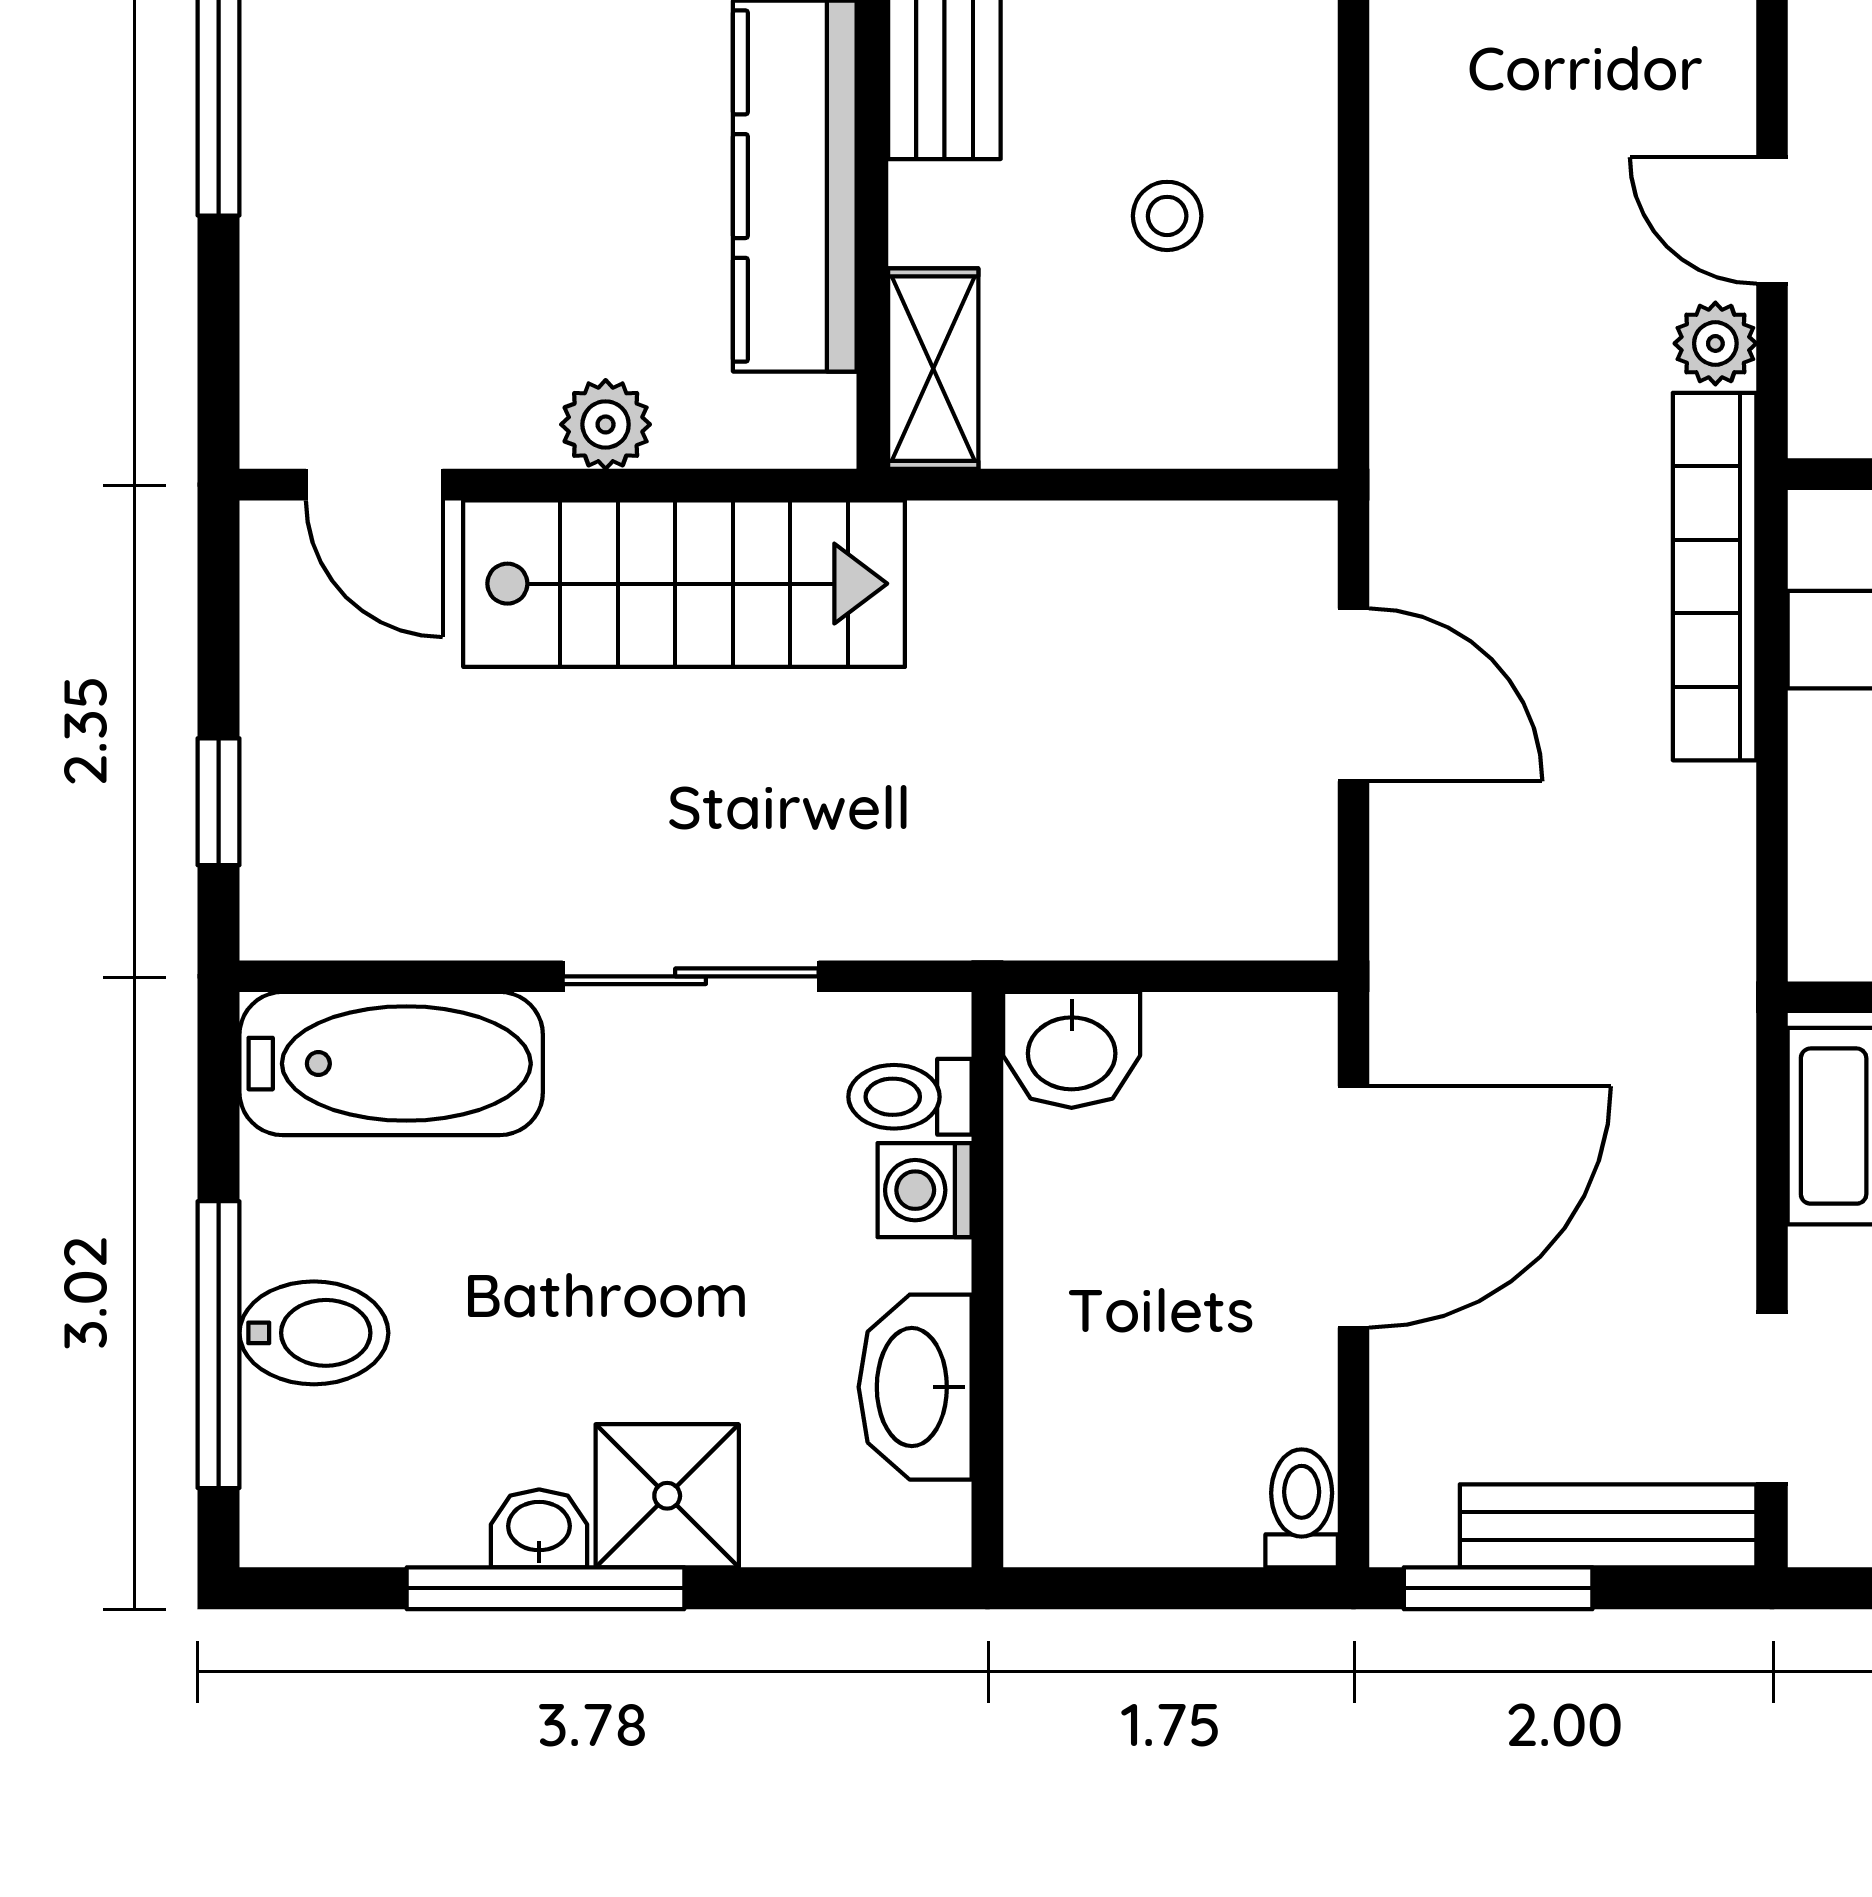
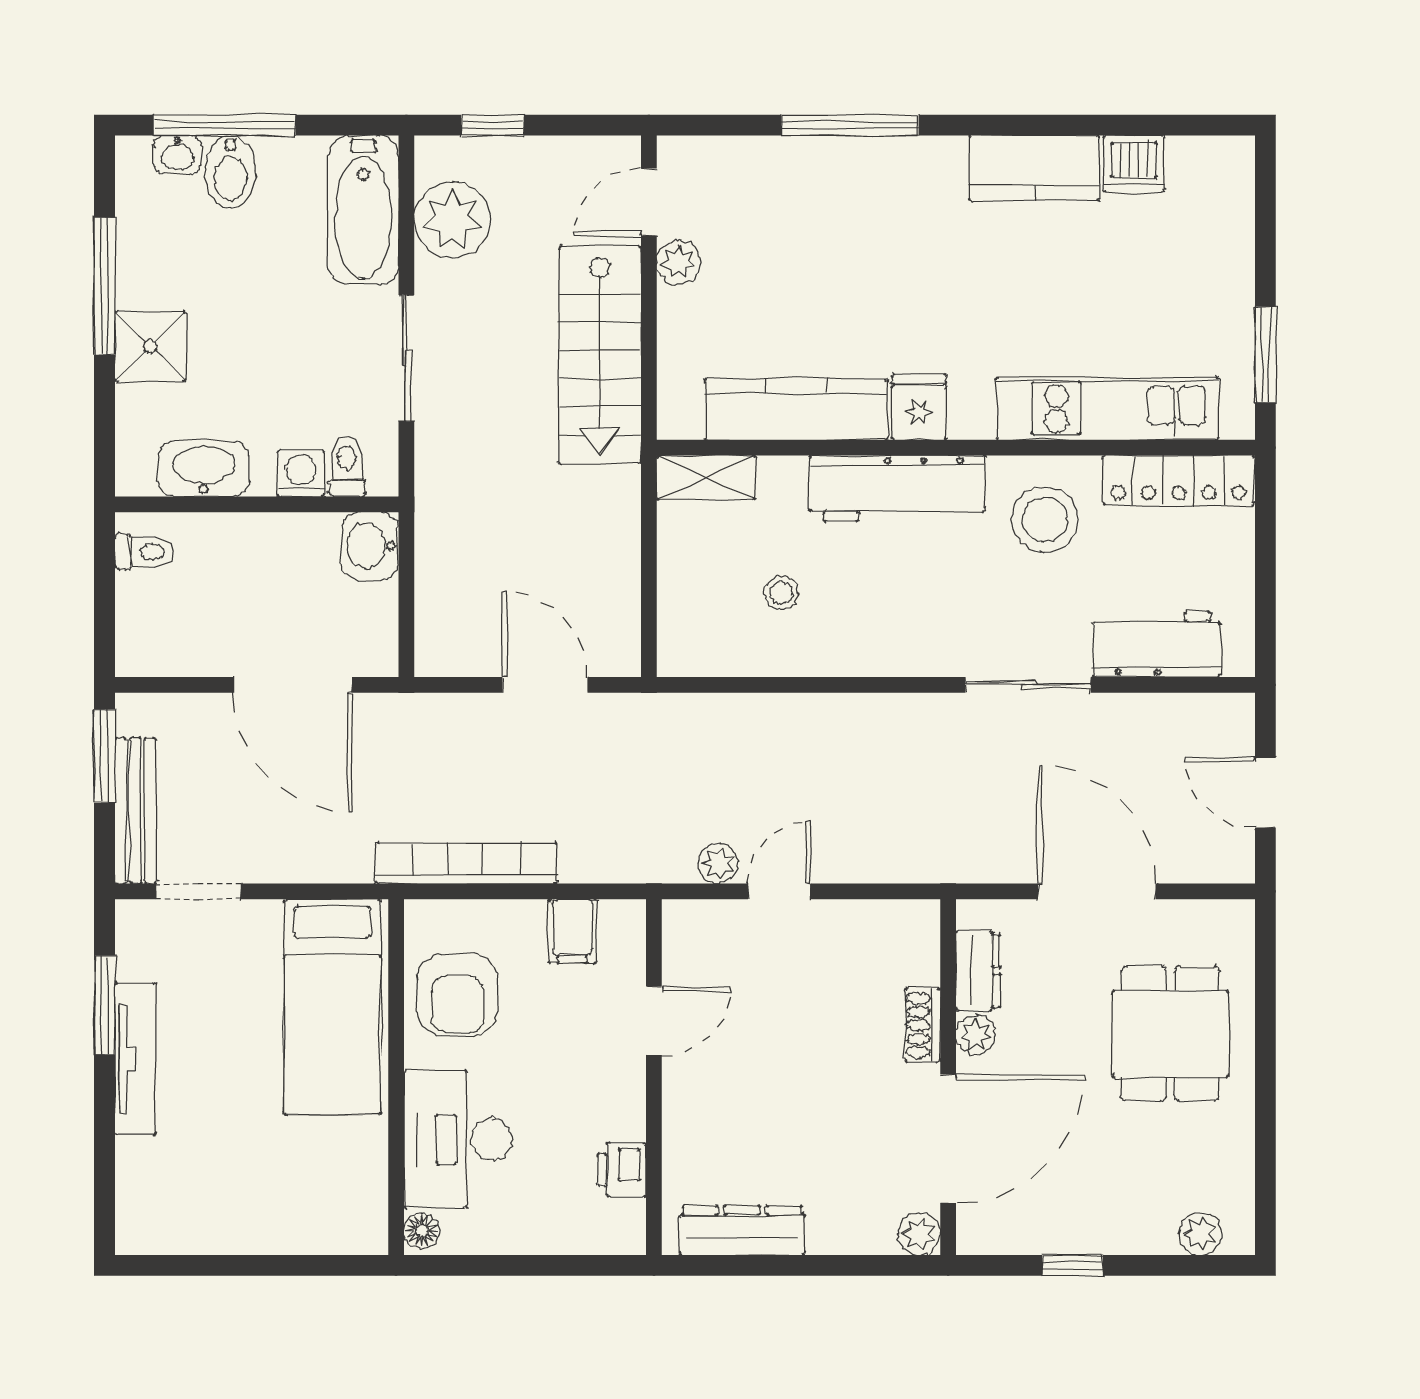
plant: (606, 424) -> (679, 262), moved
bookcase: (1715, 577) -> (466, 863), moved
door: (1354, 695) -> (545, 685), swing flipped
plant: (411, 883) -> (452, 220), added
toilet: (1302, 1508) -> (144, 552), moved
washbasin: (539, 1528) -> (177, 155), moved, turned 90

